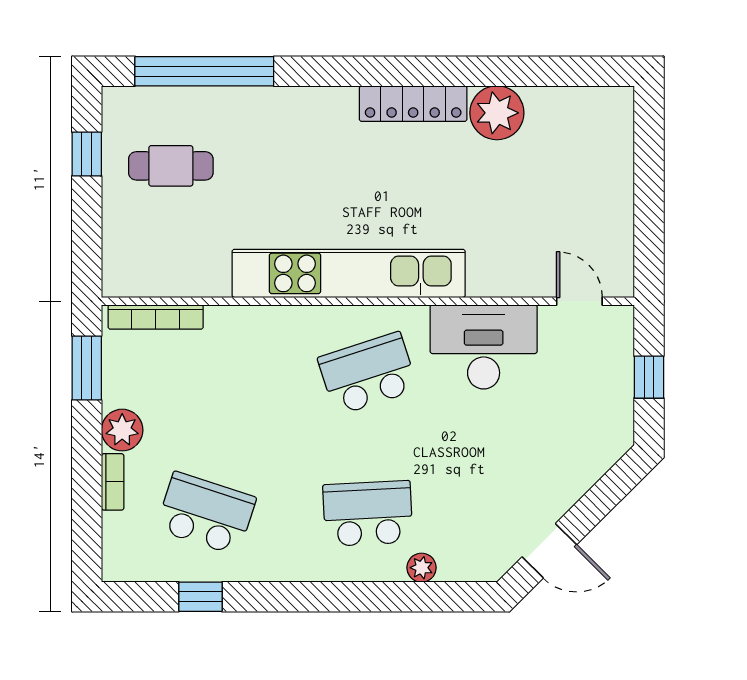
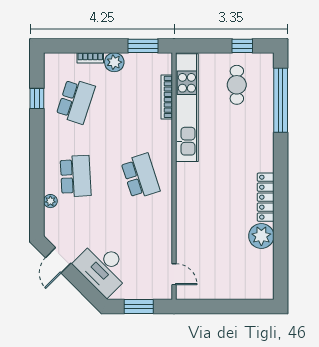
kitchen unit: (349, 273) -> (187, 108), moved
door: (579, 301) -> (174, 274), hinge flipped
bookcase: (156, 317) -> (167, 97), moved
desk: (484, 347) -> (103, 268), moved, turned 135
window: (649, 377) -> (139, 306), width x1.50

